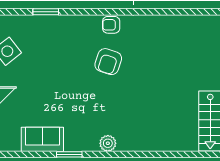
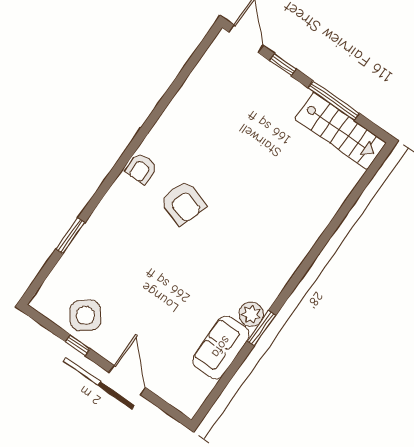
plant: (108, 143) -> (251, 314), moved

